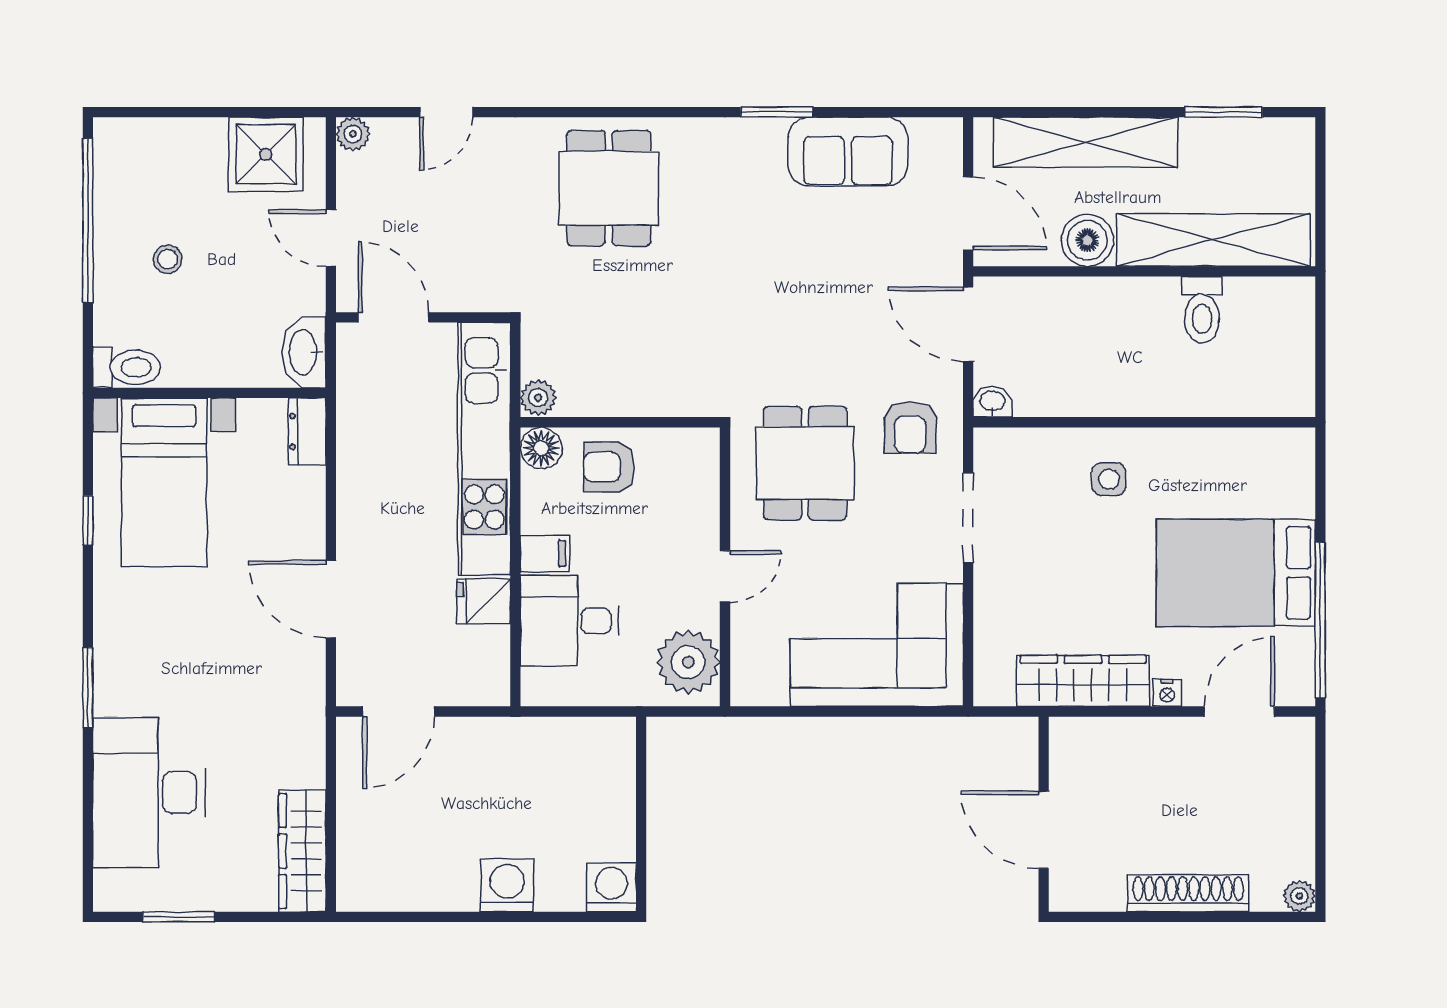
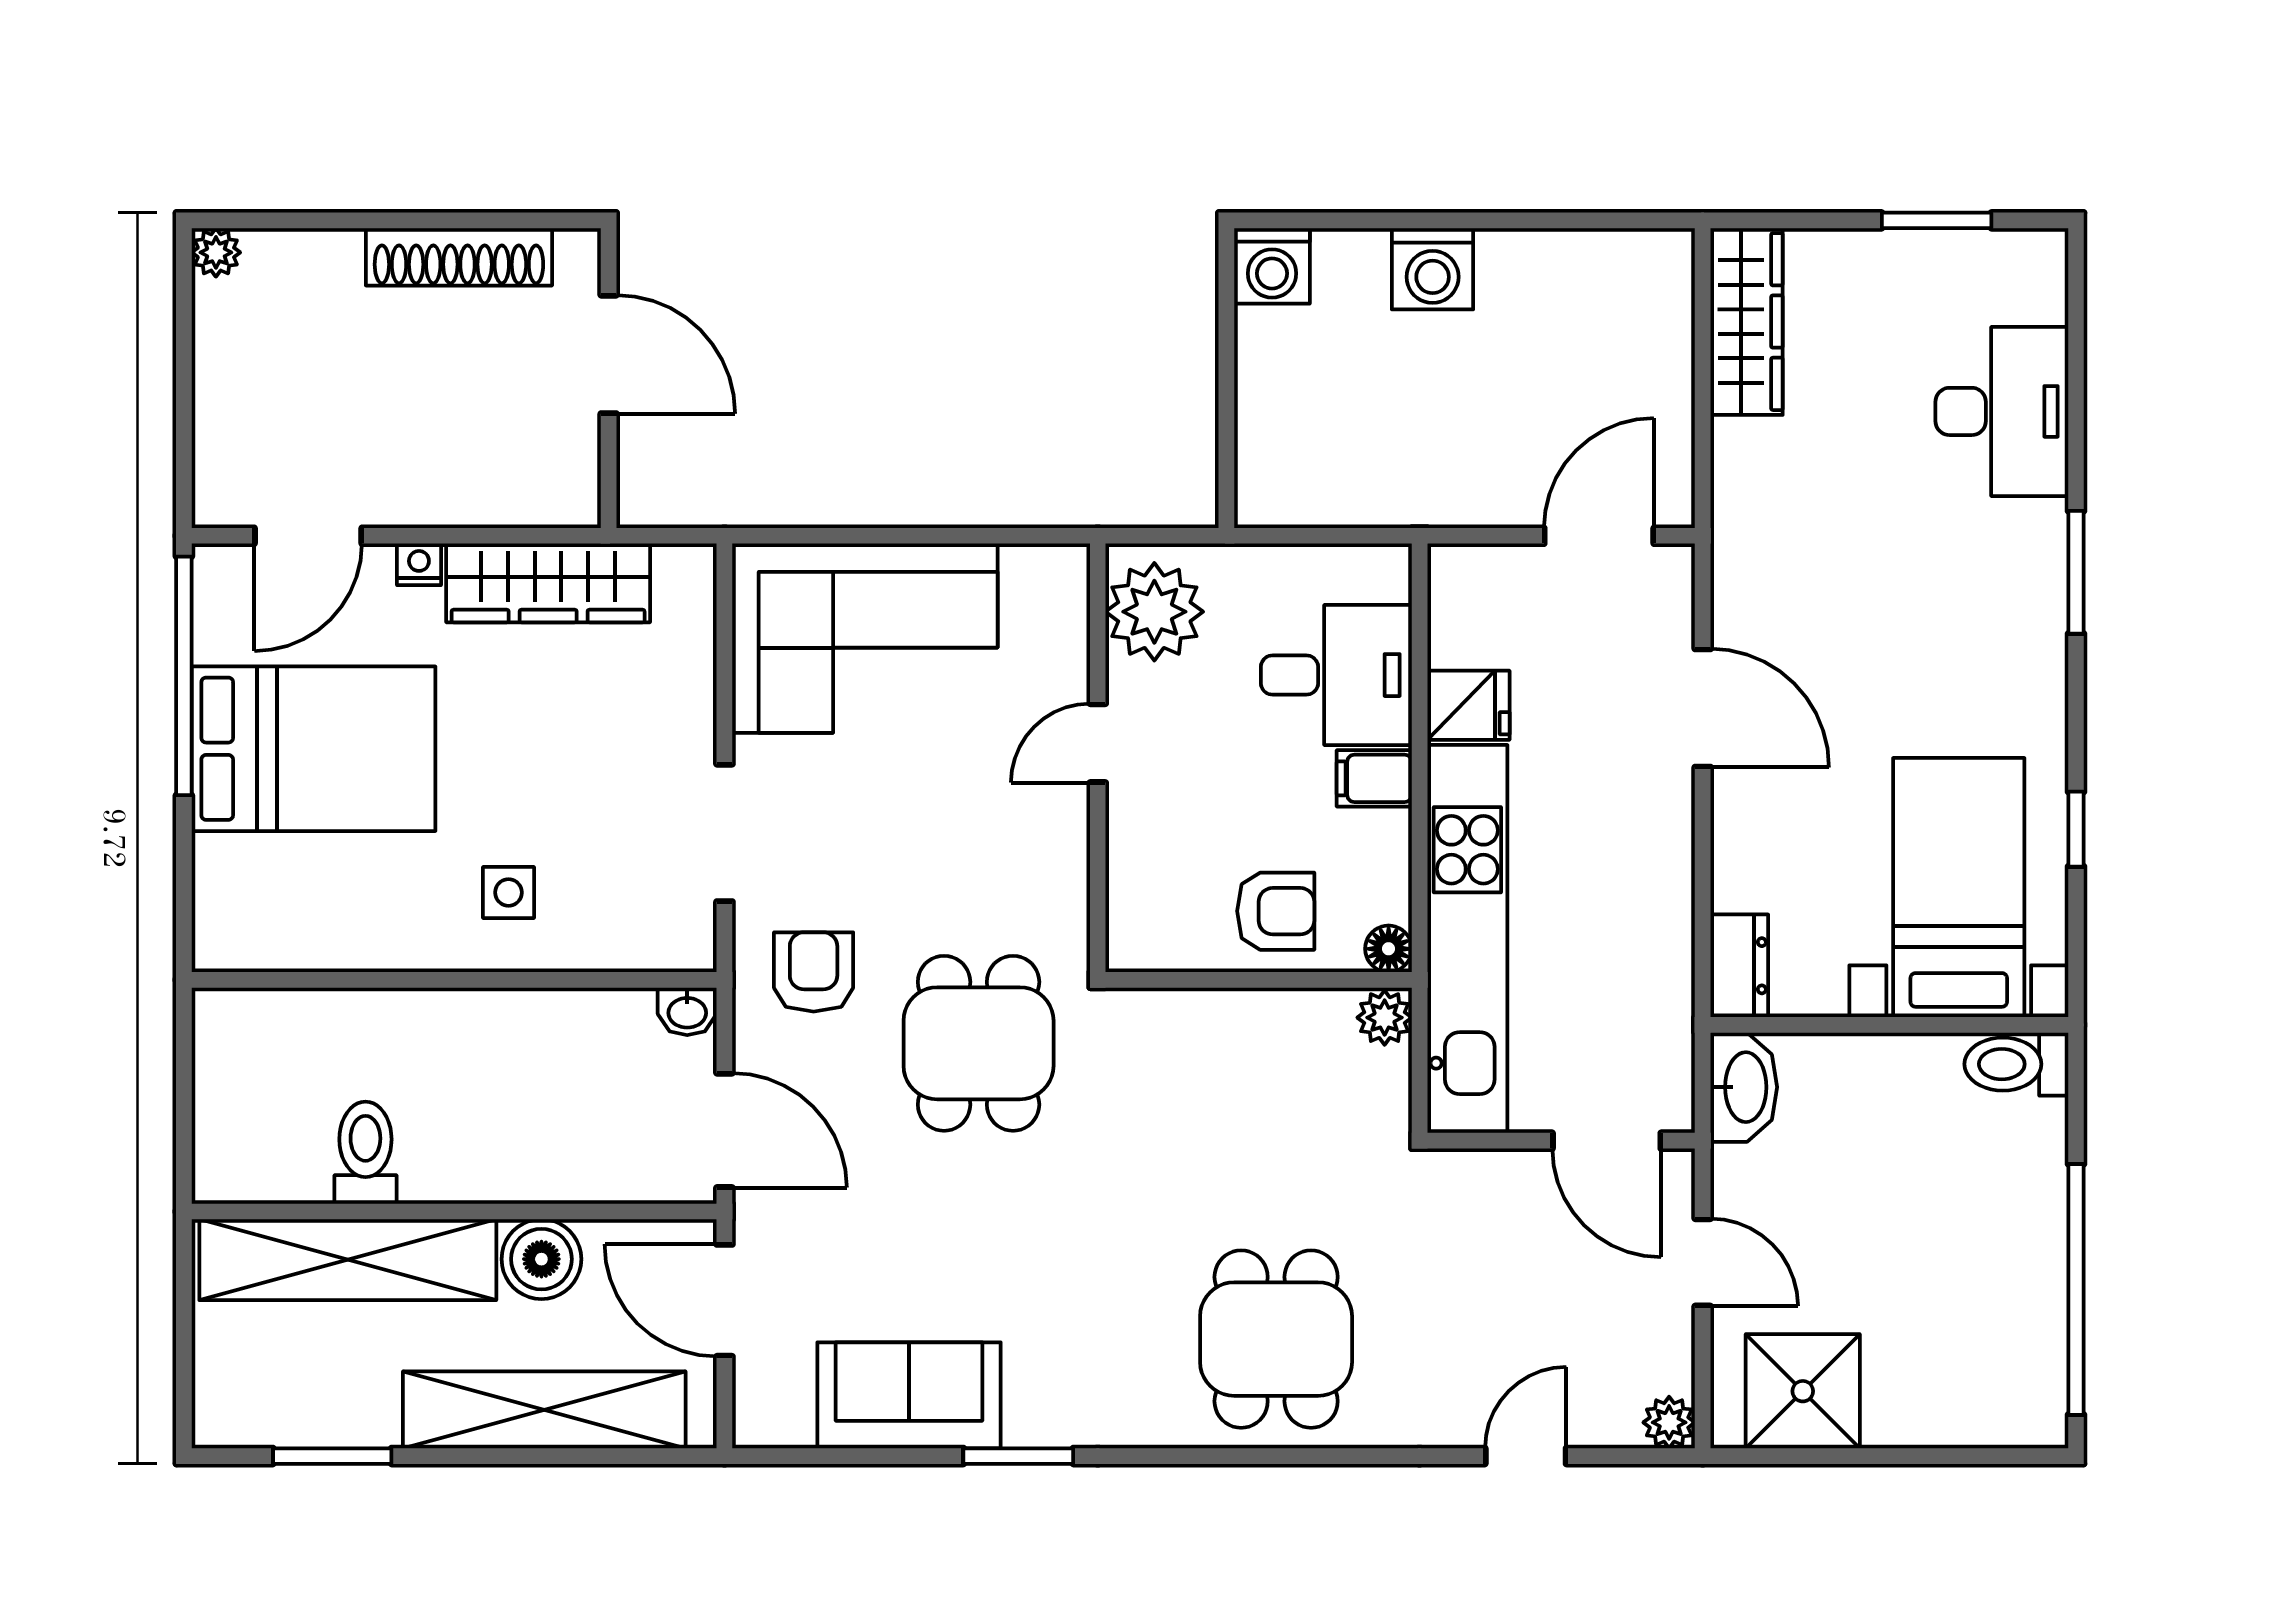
stool: (168, 259) -> (1953, 1230), removed
floor lamp: (541, 448) -> (1389, 949), width x0.73, depth x0.73
dining table: (805, 463) -> (979, 1043), moved
desk: (149, 792) -> (2002, 411), width x0.73, depth x0.77
shoe rack: (1188, 893) -> (459, 257), moved

